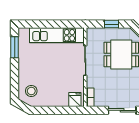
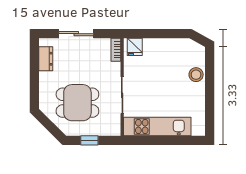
window: (15, 47) -> (210, 112), removed
stool: (31, 91) -> (196, 75), moved

